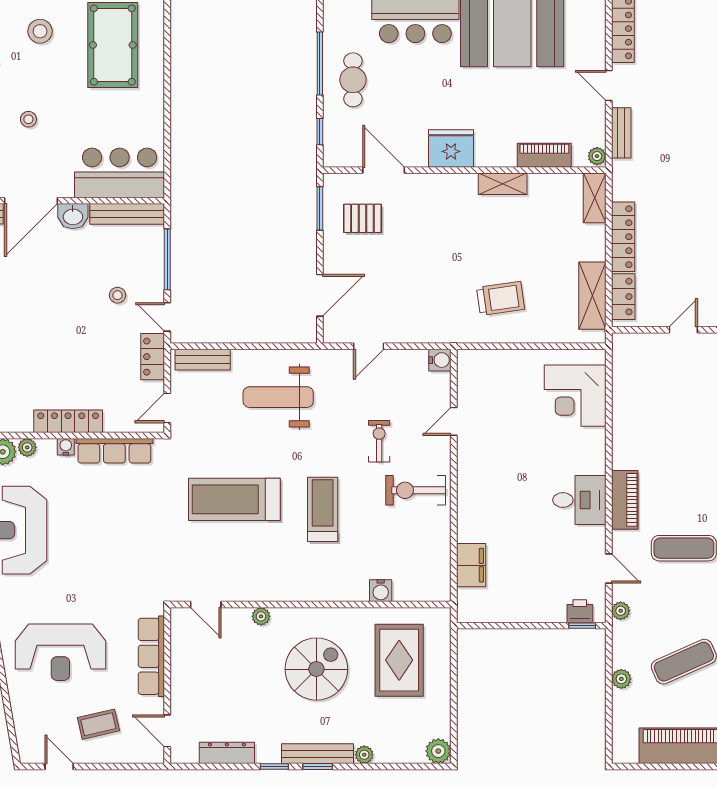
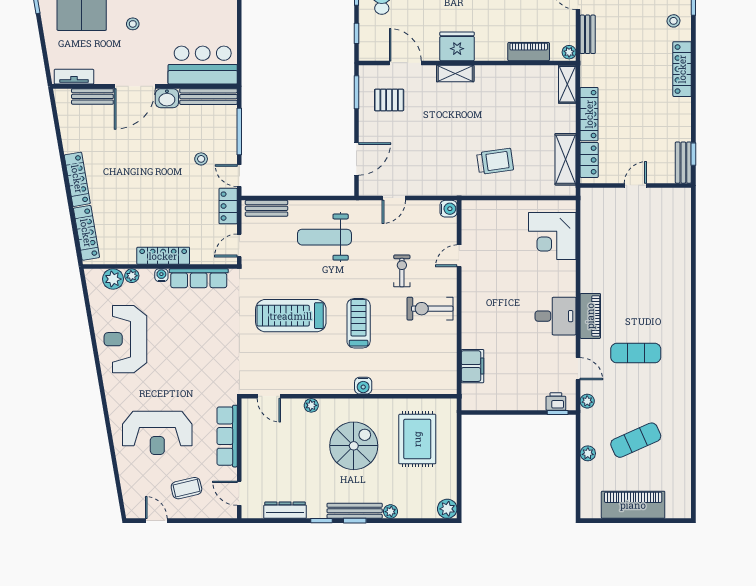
shelving: (503, 184) -> (455, 73), moved
water cooler: (381, 591) -> (363, 386), moved

